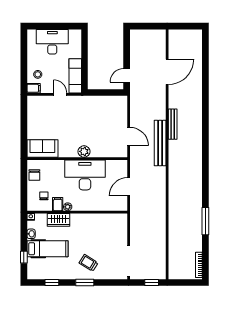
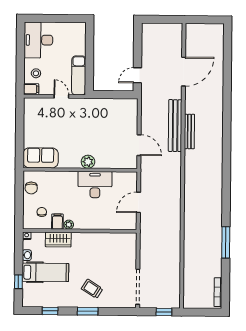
desk: (52, 42) -> (38, 40), moved, turned -90
bench: (160, 143) -> (175, 126), moved
desk: (85, 175) -> (95, 185), width x0.73, depth x0.77

